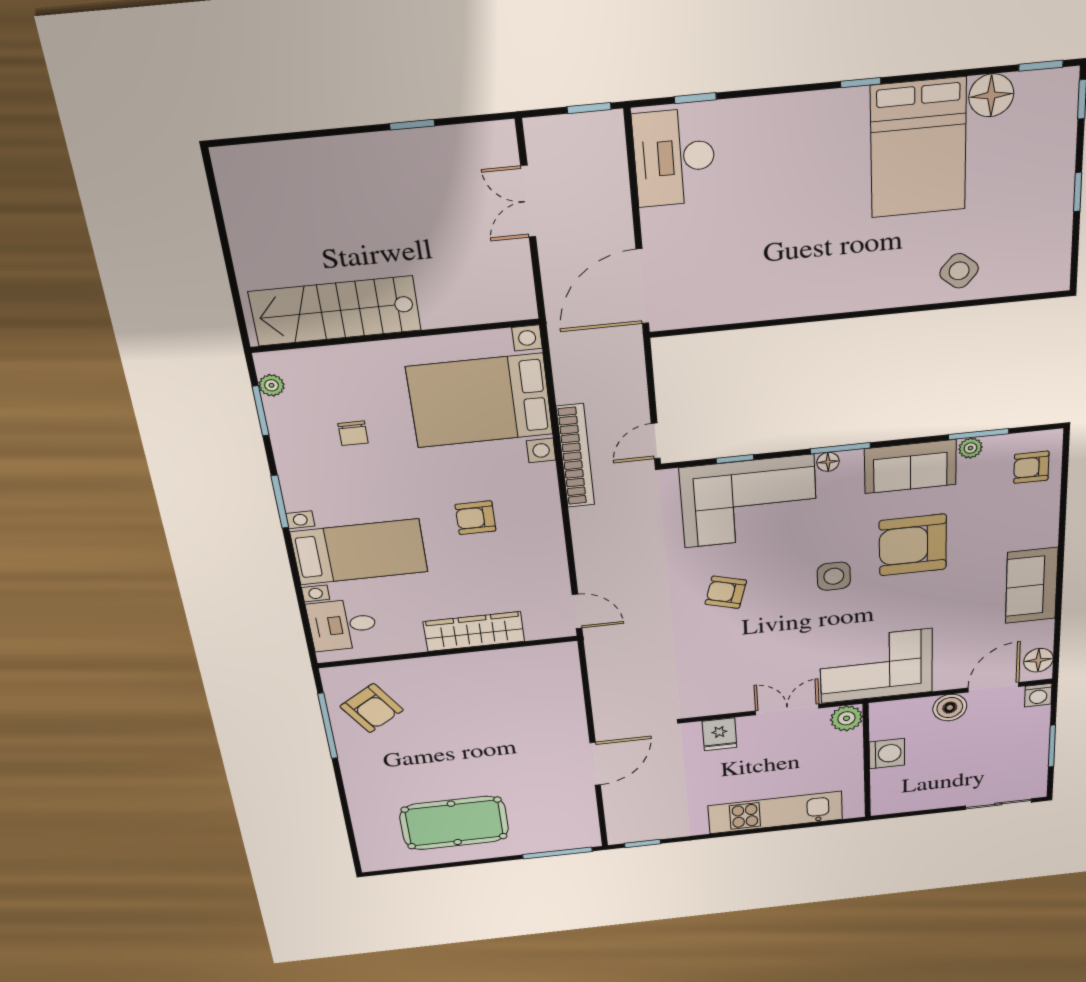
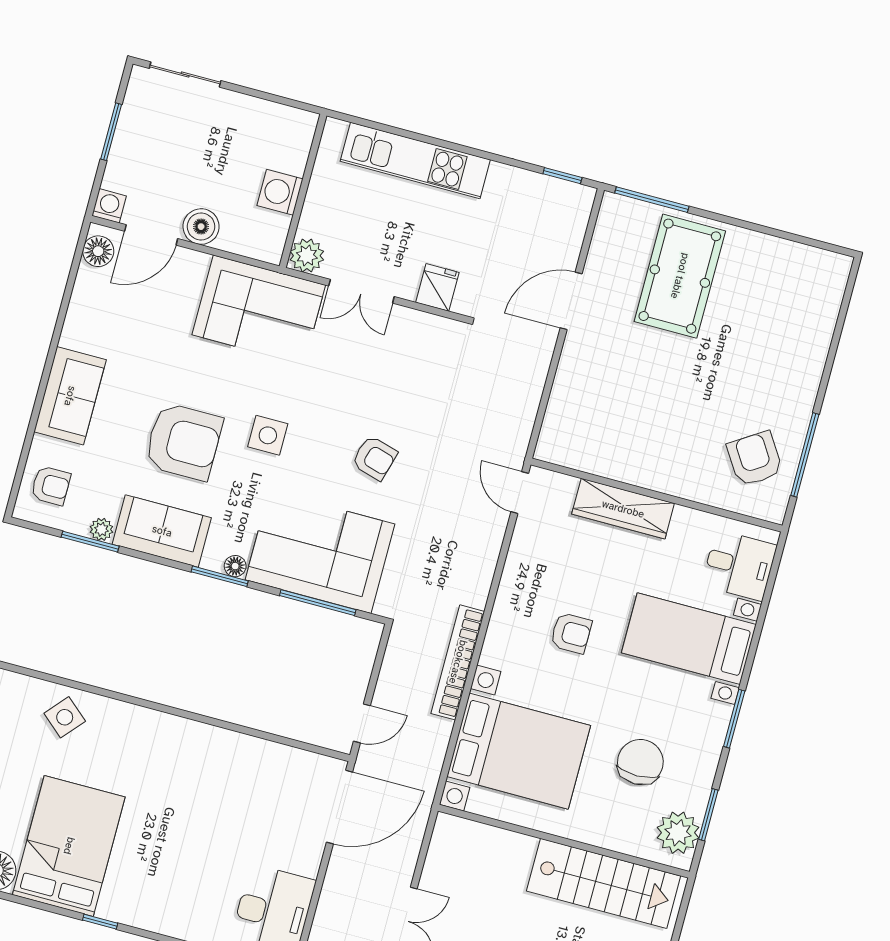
plant: (272, 385) -> (678, 833), width x1.88, depth x1.88
chair: (353, 433) -> (640, 762), width x1.87, depth x1.87
door: (656, 441) -> (362, 723), moved
window: (735, 459) -> (318, 603), width x2.17
sofa: (1032, 586) -> (70, 396), moved
pool table: (454, 823) -> (680, 276), moved, turned 90

